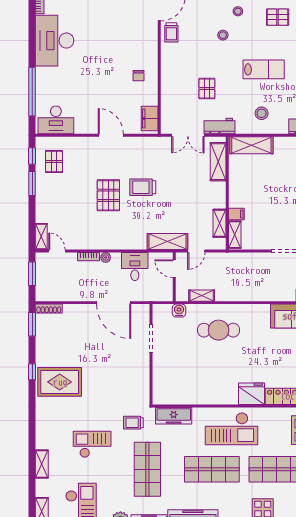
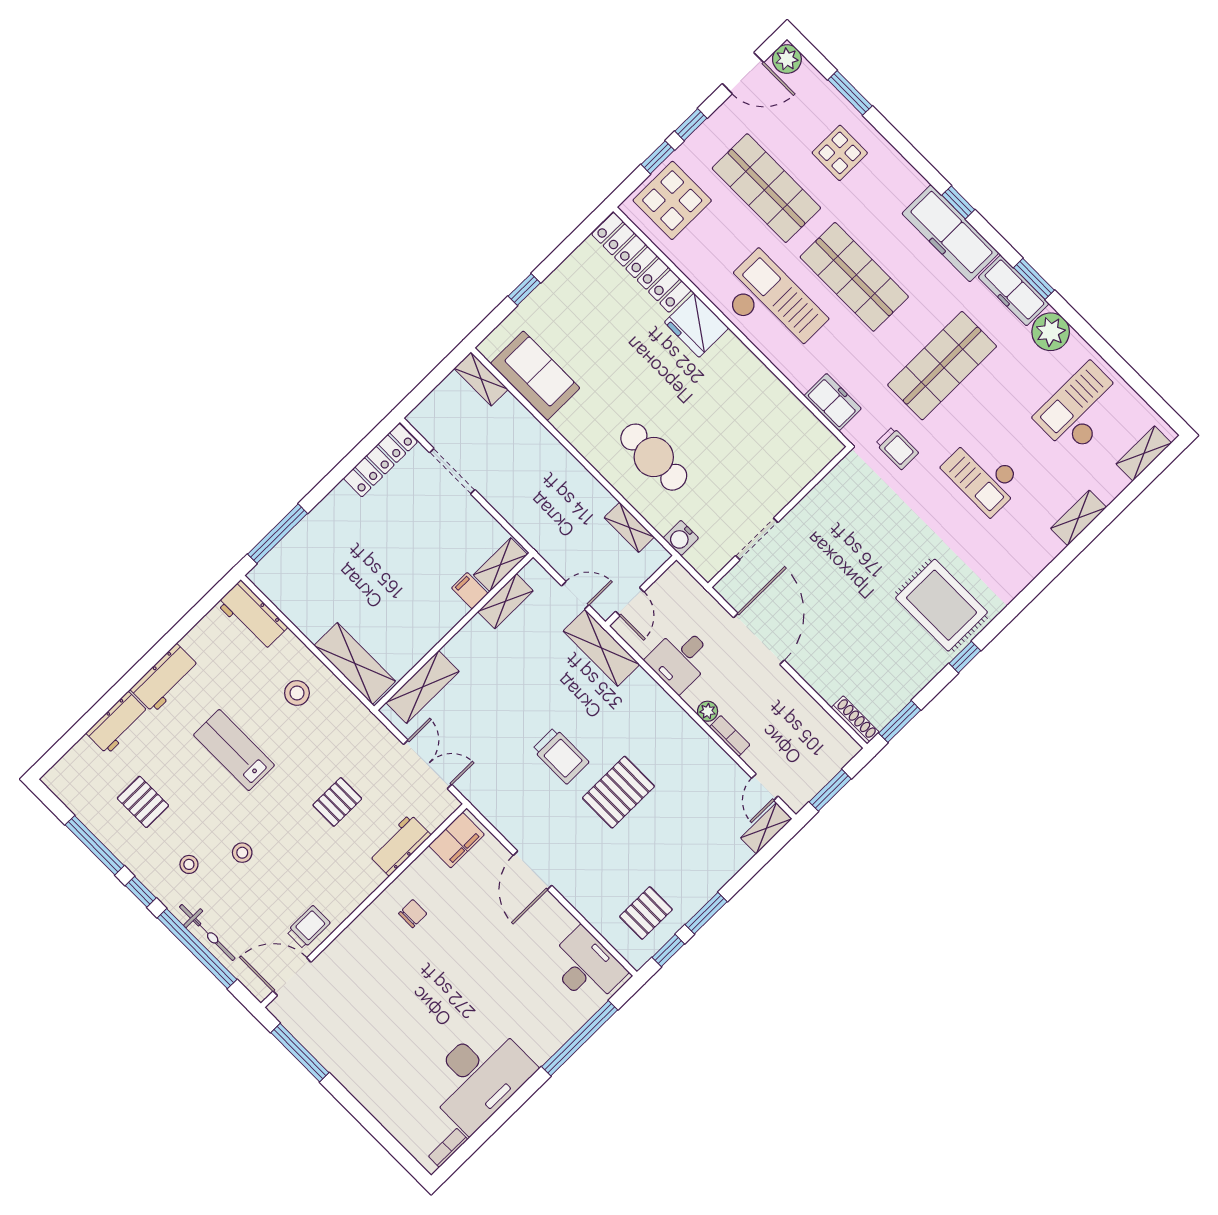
workbench: (219, 126) -> (400, 845), moved, turned 90
freezer: (174, 416) -> (833, 402), width x0.71

